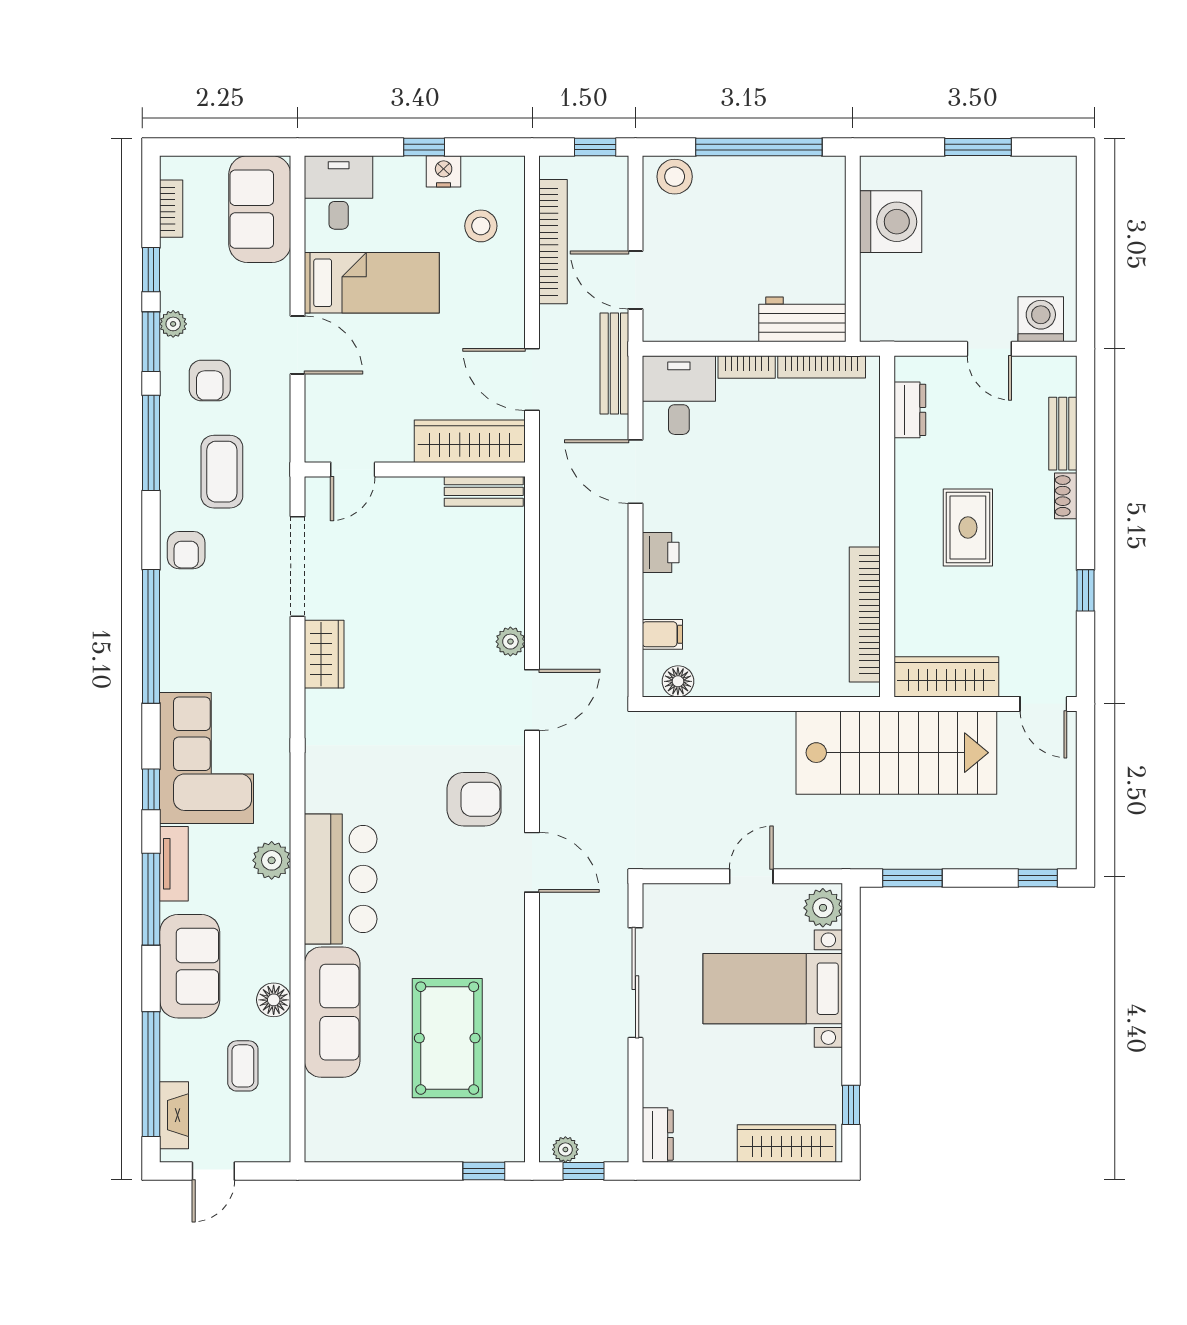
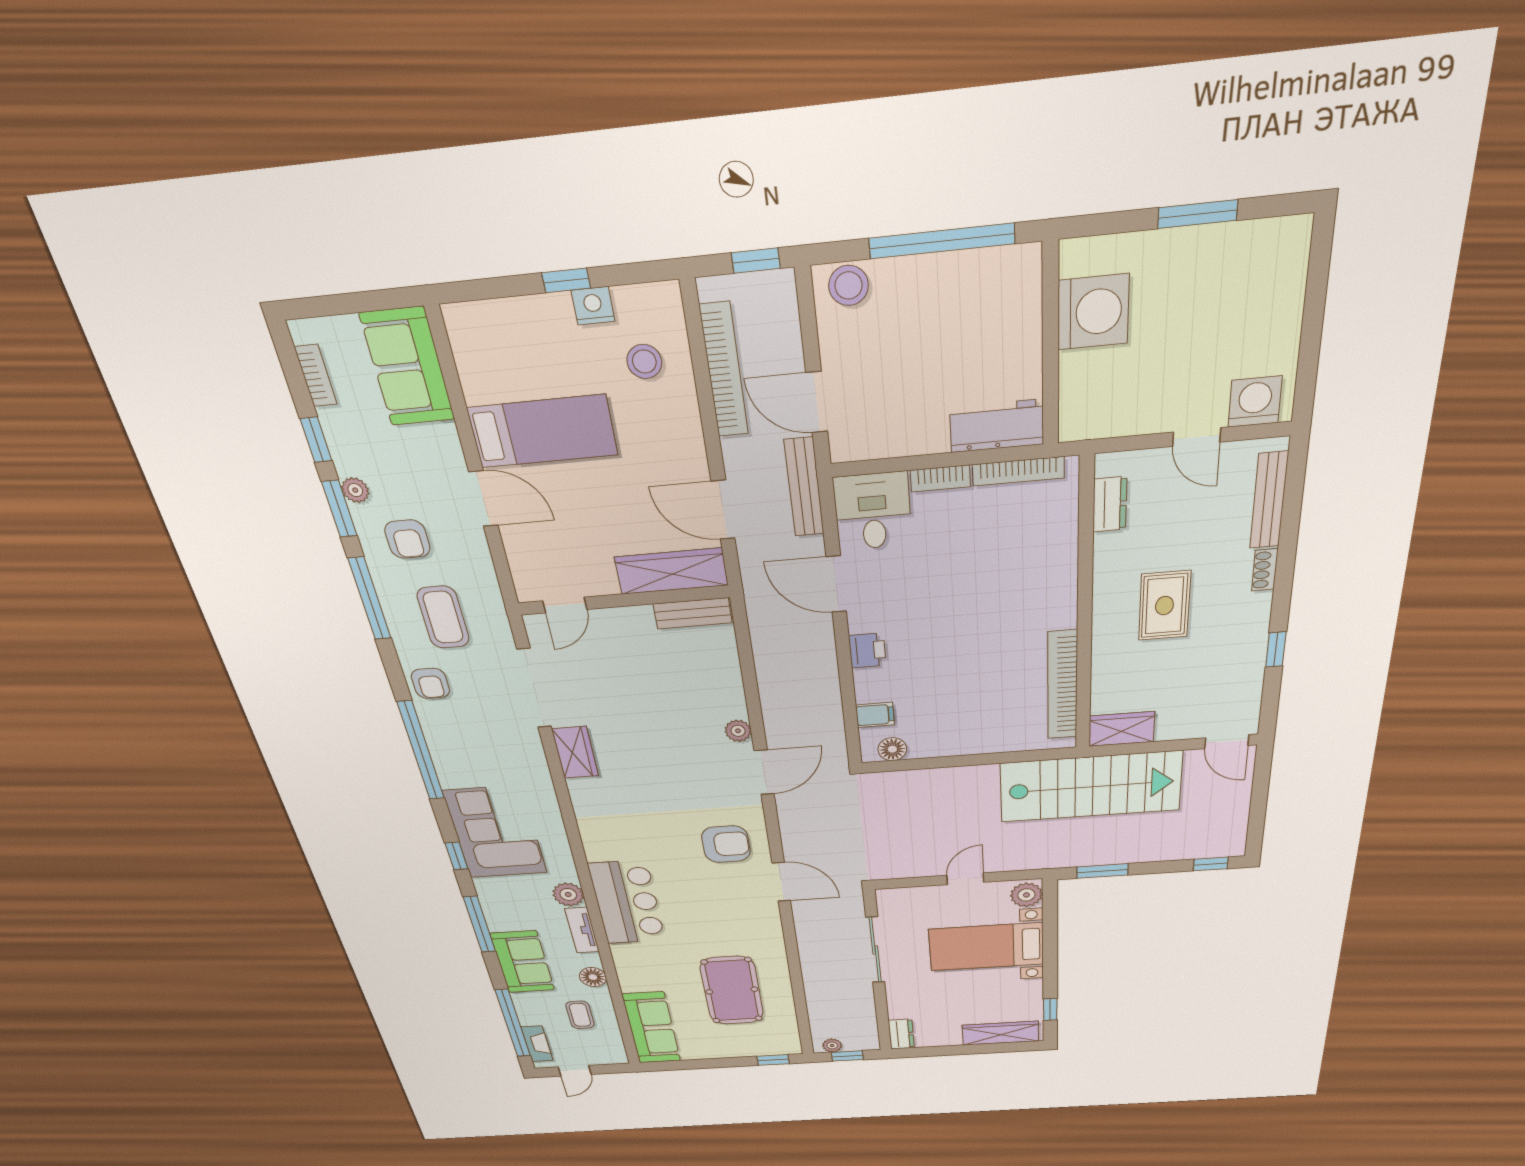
desk: (339, 192) -> (486, 341), removed
bench: (1063, 434) -> (1269, 500), width x1.36
wardrobe: (946, 677) -> (1122, 729), width x0.67
tv unit: (174, 864) -> (582, 930), moved, turned 180
sofa: (332, 1012) -> (652, 1028), moved

